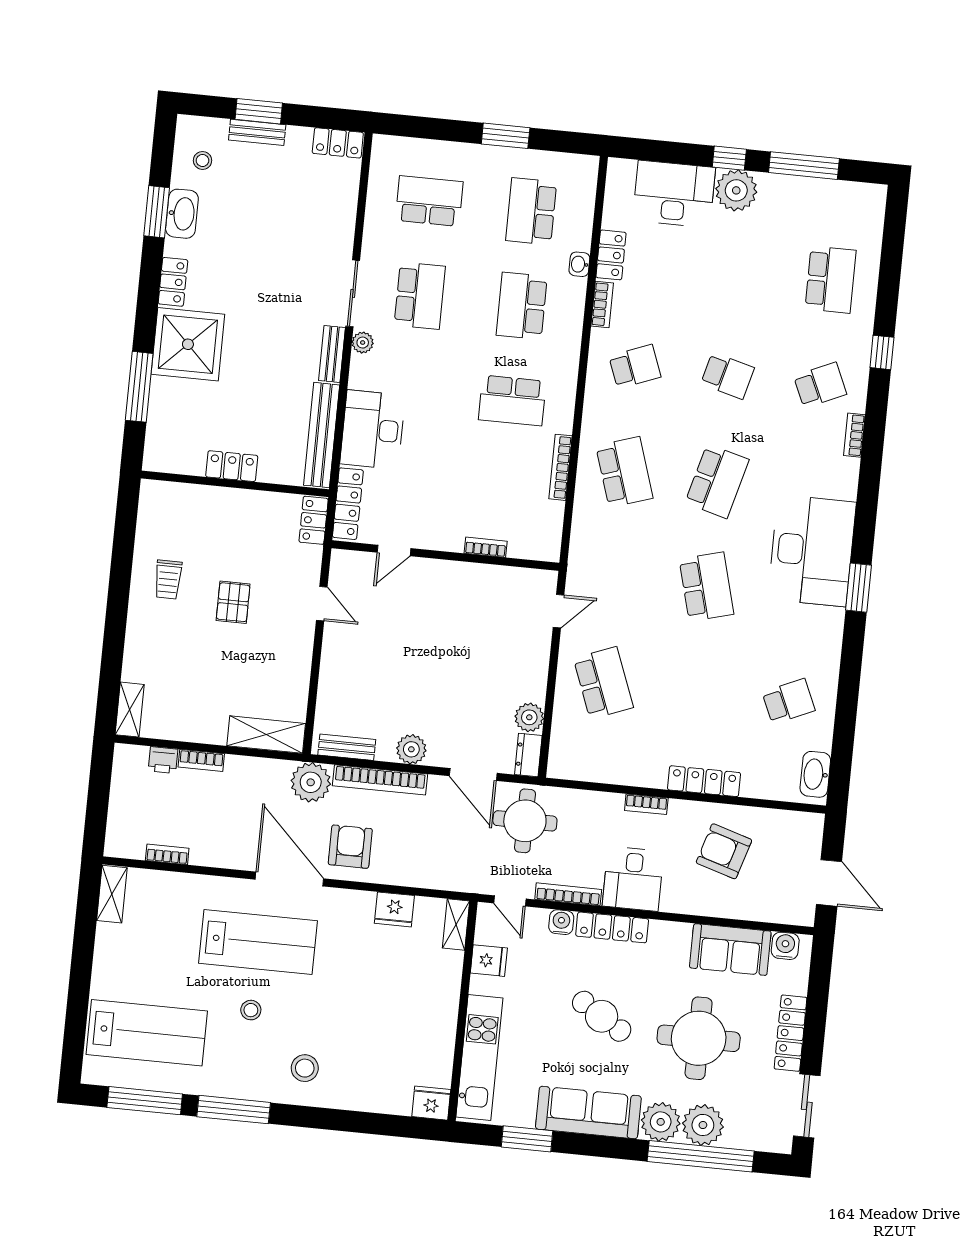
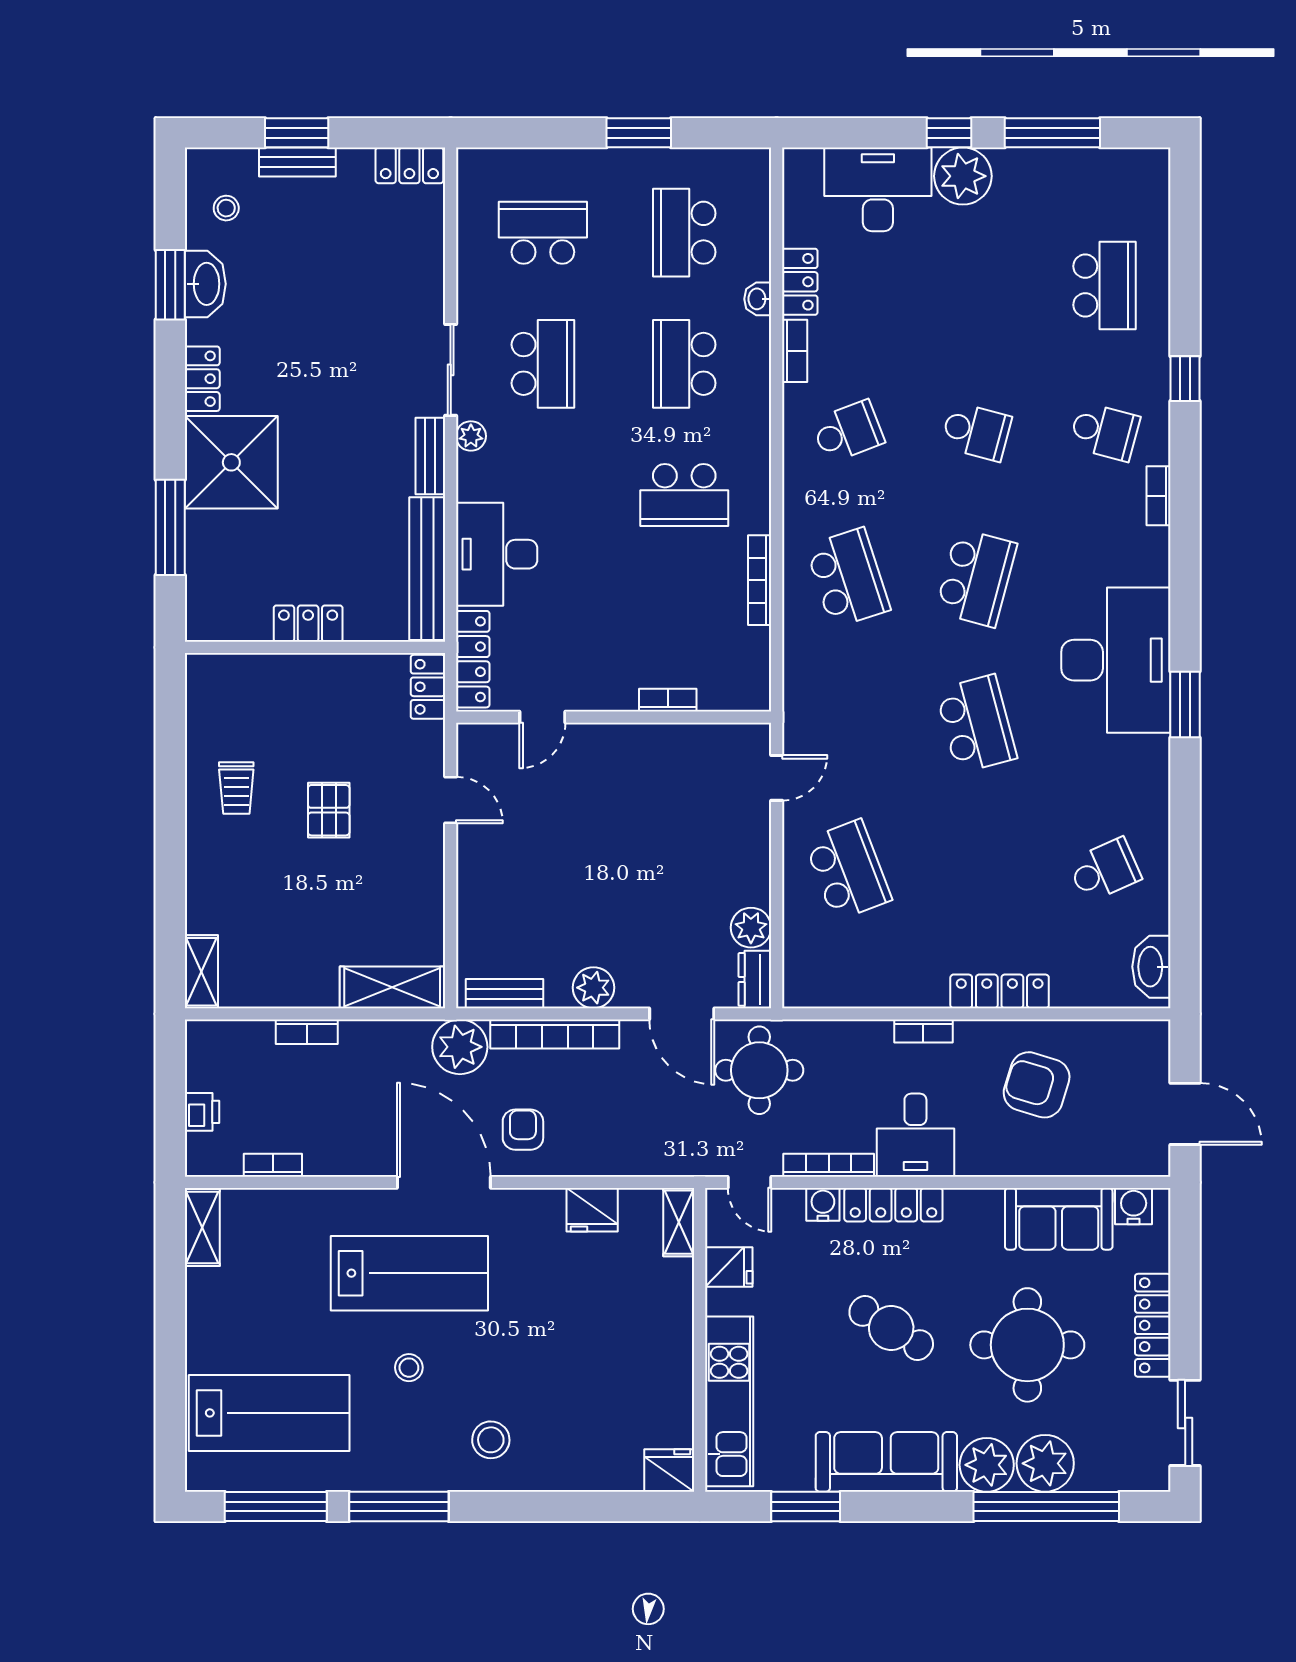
school desk: (820, 385) -> (1105, 432), turned 39
printer: (163, 760) -> (202, 1112), moved, turned -90
armchair: (350, 847) -> (523, 1130), width x0.72, depth x0.72

